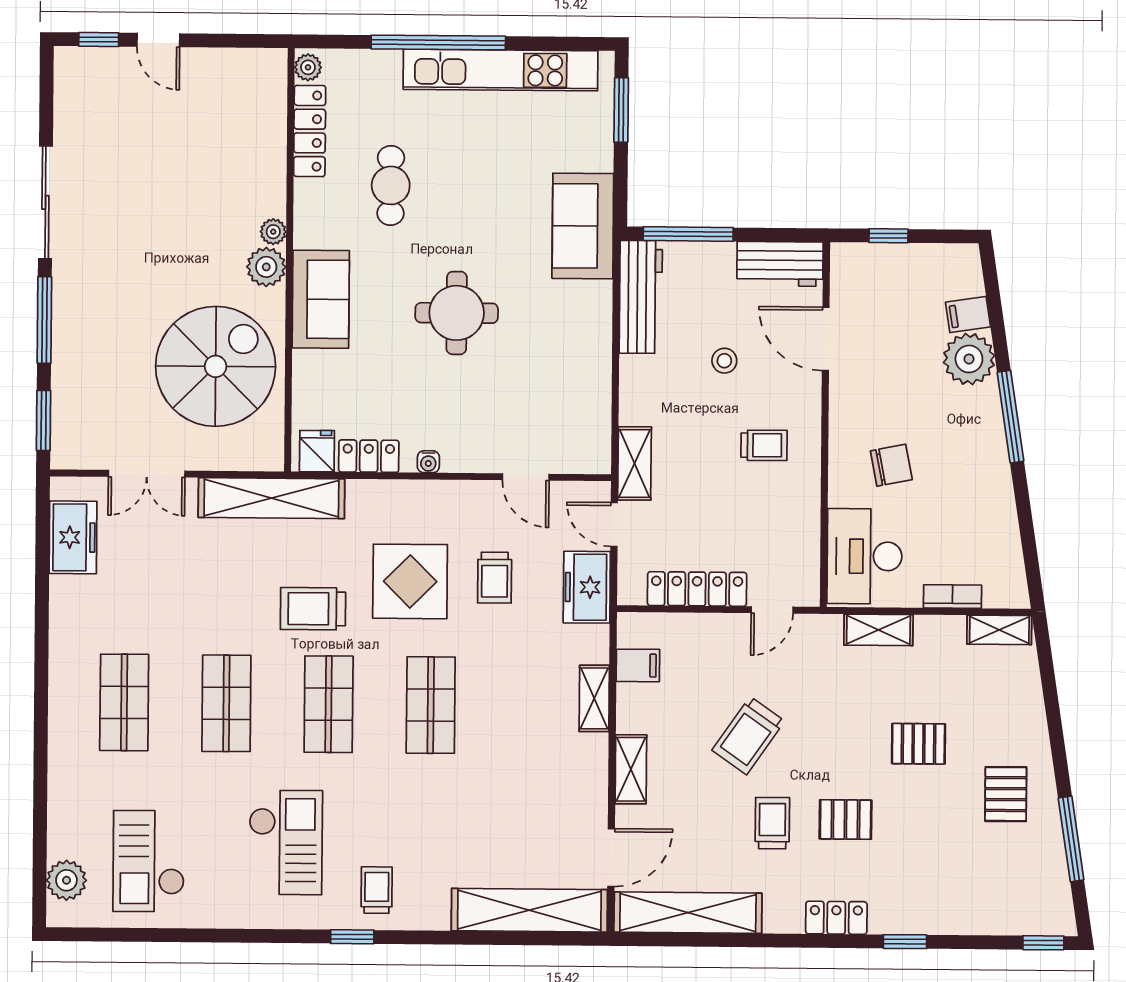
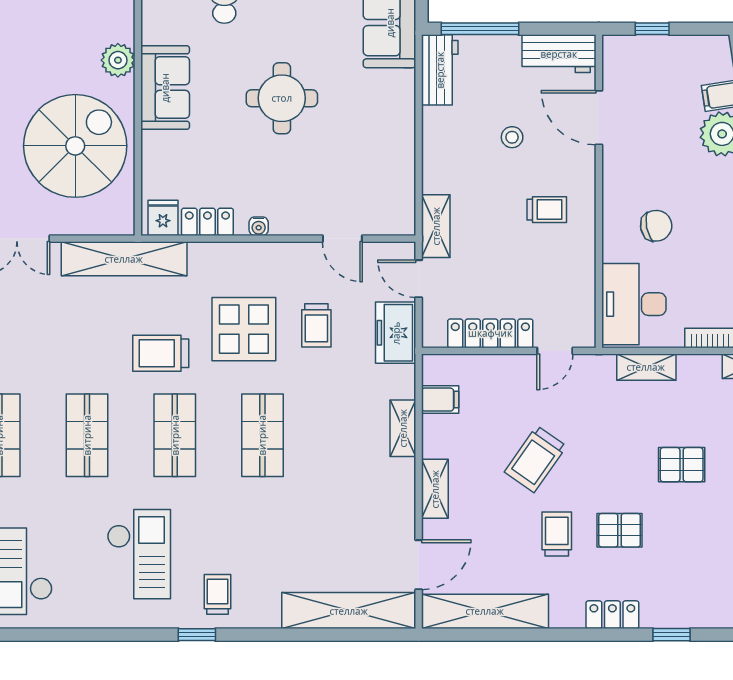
plant: (273, 232) -> (124, 30), removed
workbench: (641, 297) -> (440, 70), width x0.73

